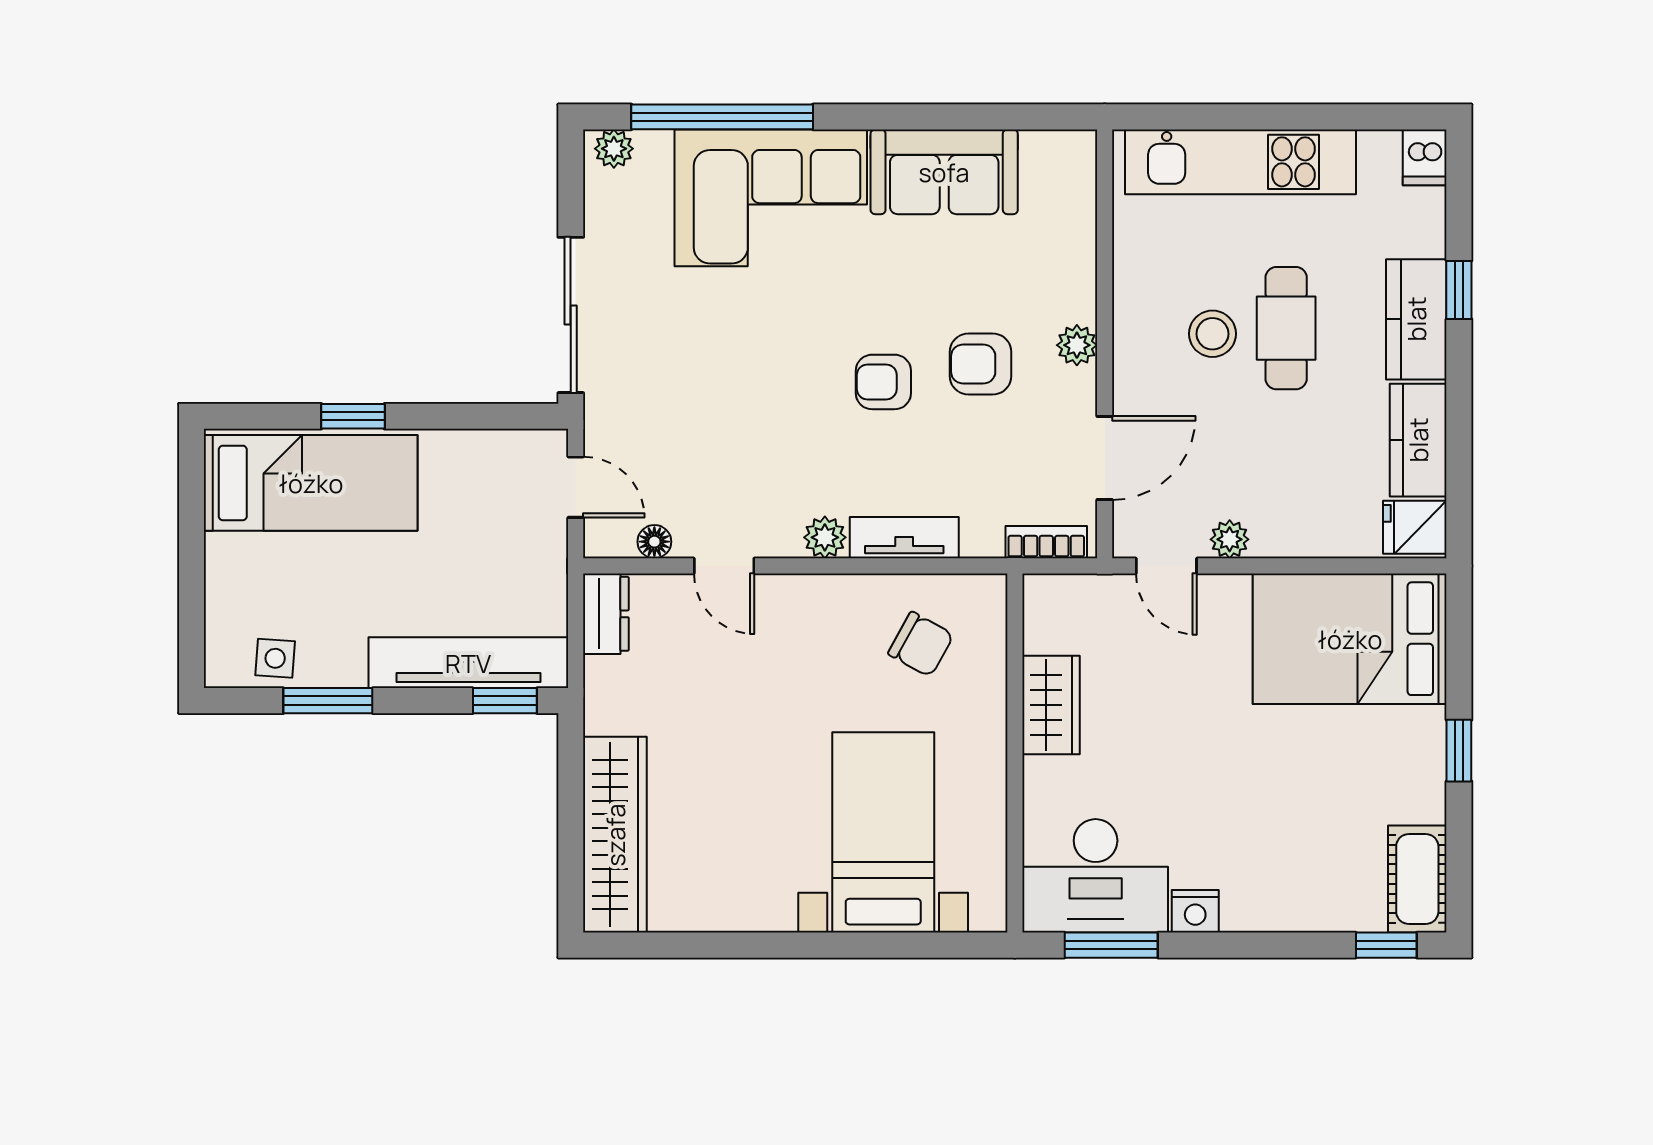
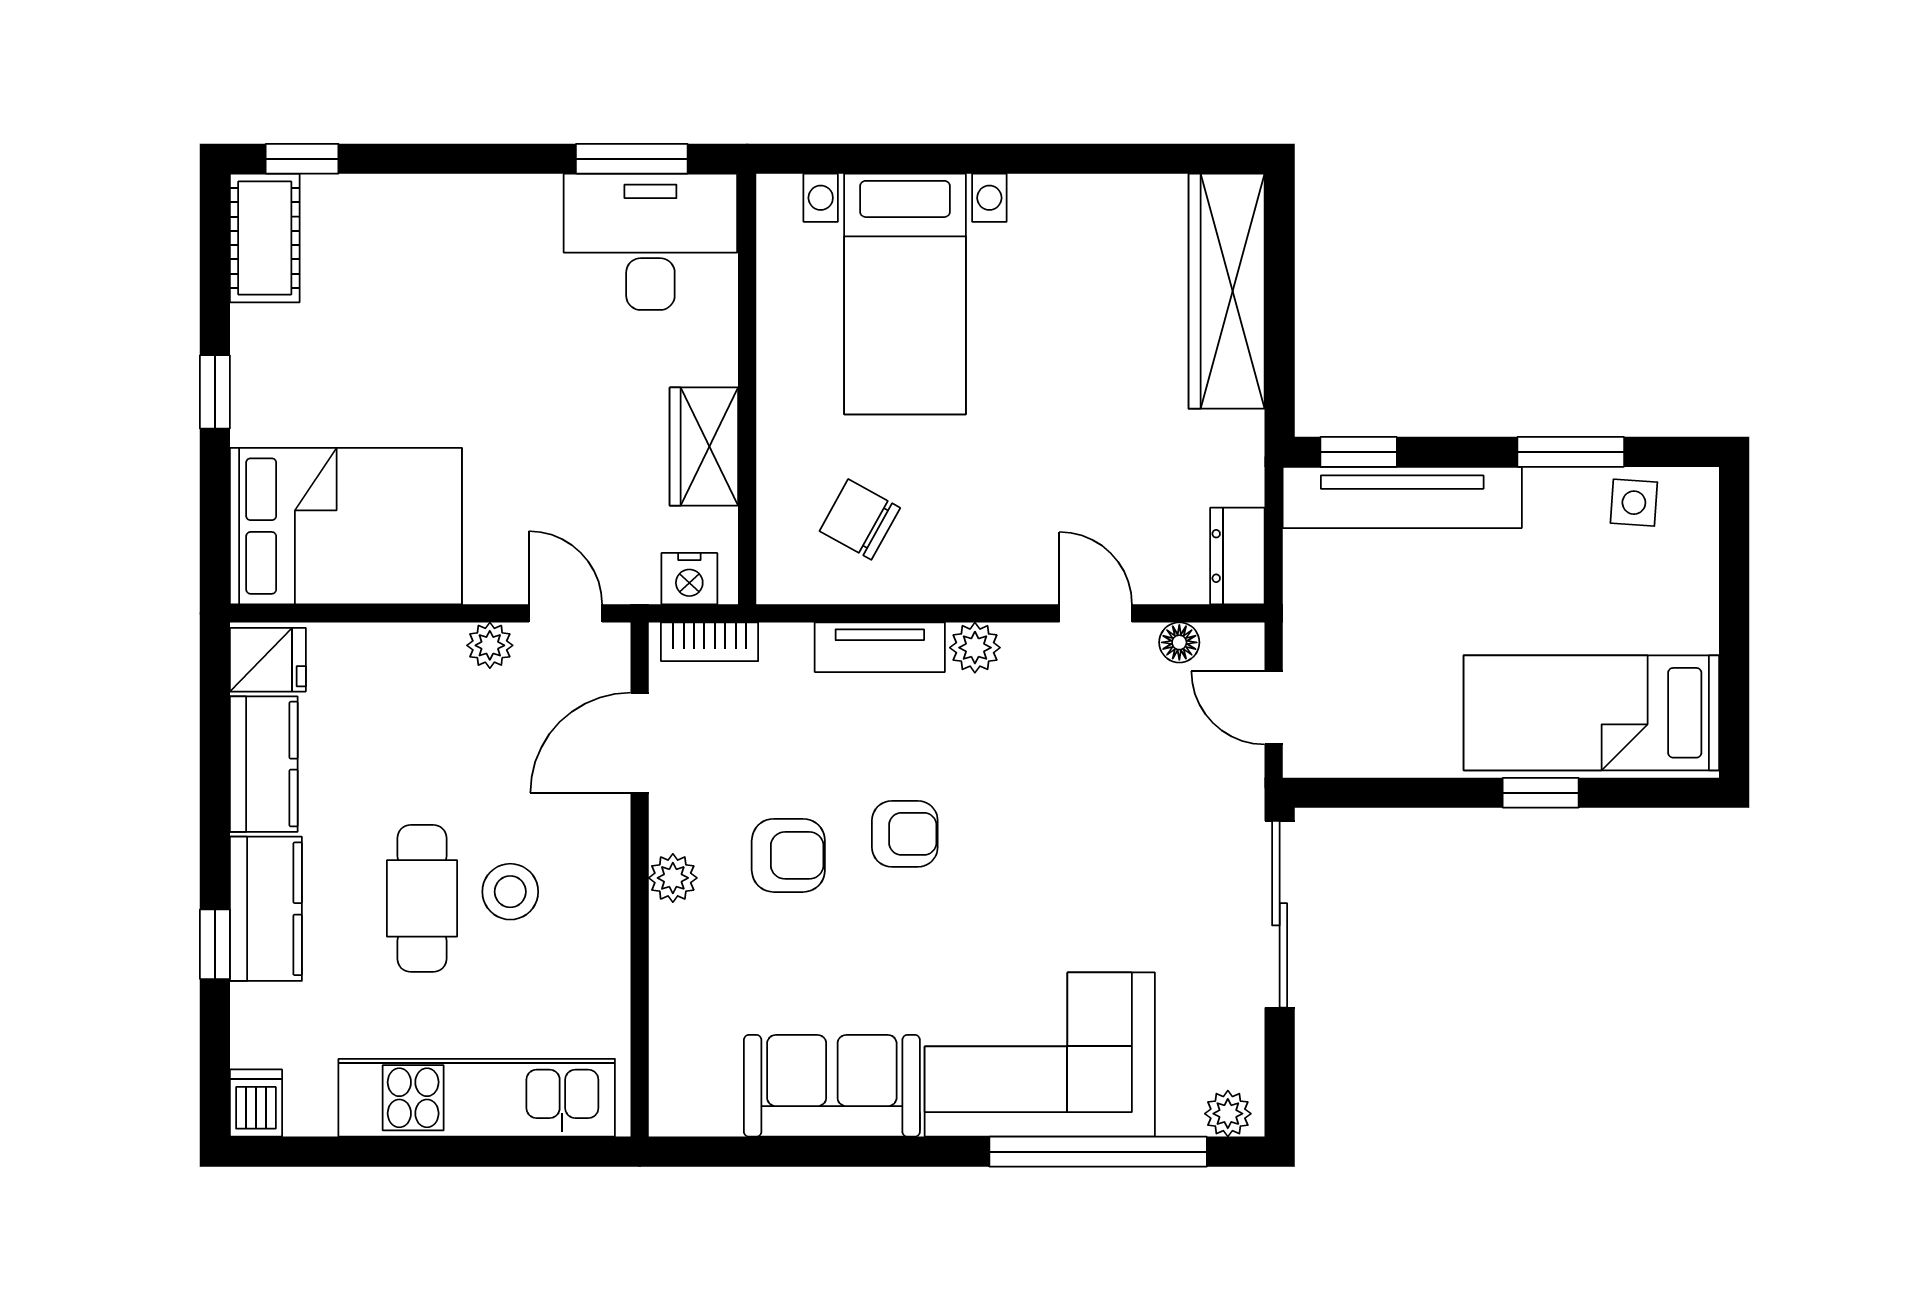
nightstand: (1195, 911) -> (689, 579), moved, turned 180

